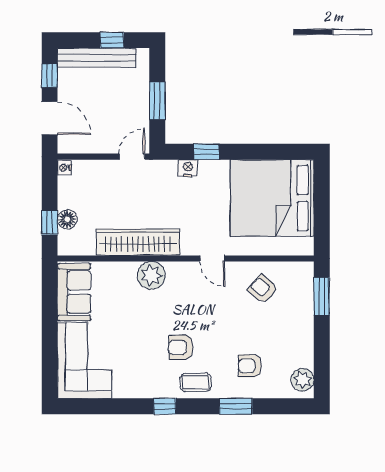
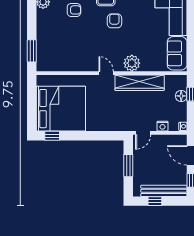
window: (206, 152) -> (52, 136), moved
nightstand: (188, 168) -> (163, 126), moved
door: (212, 258) -> (106, 73), moved
armchair: (263, 289) -> (66, 55), removed
armchair: (181, 347) -> (114, 21), turned -90

